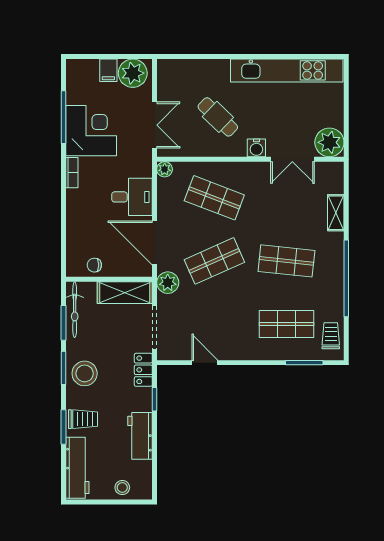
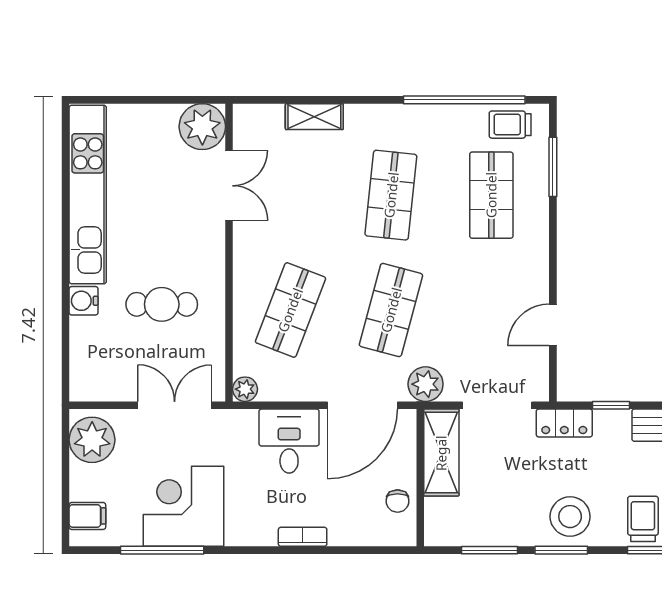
filing cabinet: (108, 70) -> (87, 516), moved
cafe table: (218, 117) -> (162, 304), turned 46
water cooler: (256, 148) -> (84, 301), moved, turned 180
bookcase: (72, 173) -> (303, 537), moved
shop shelf: (214, 261) -> (391, 310), turned 39
window: (346, 278) -> (464, 100), moved
bicycle: (75, 310) -> (469, 532), removed

